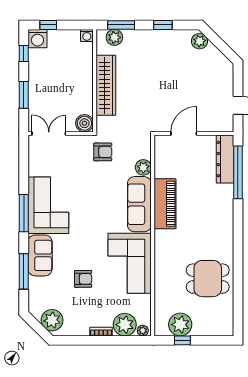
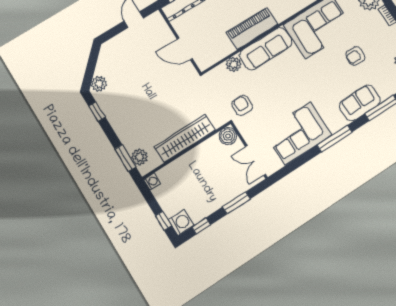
window: (163, 25) -> (97, 112), moved
corner sofa: (48, 205) -> (298, 133), moved
armchair: (83, 279) -> (355, 56), turned -88

